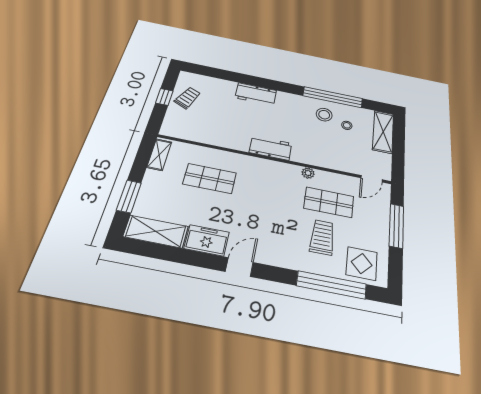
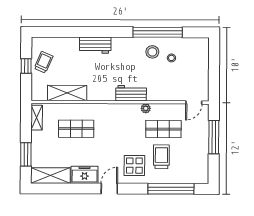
shelving: (383, 132) -> (67, 93), moved, turned 90
workbench: (271, 148) -> (131, 93), moved
display table: (362, 263) -> (134, 166), moved

